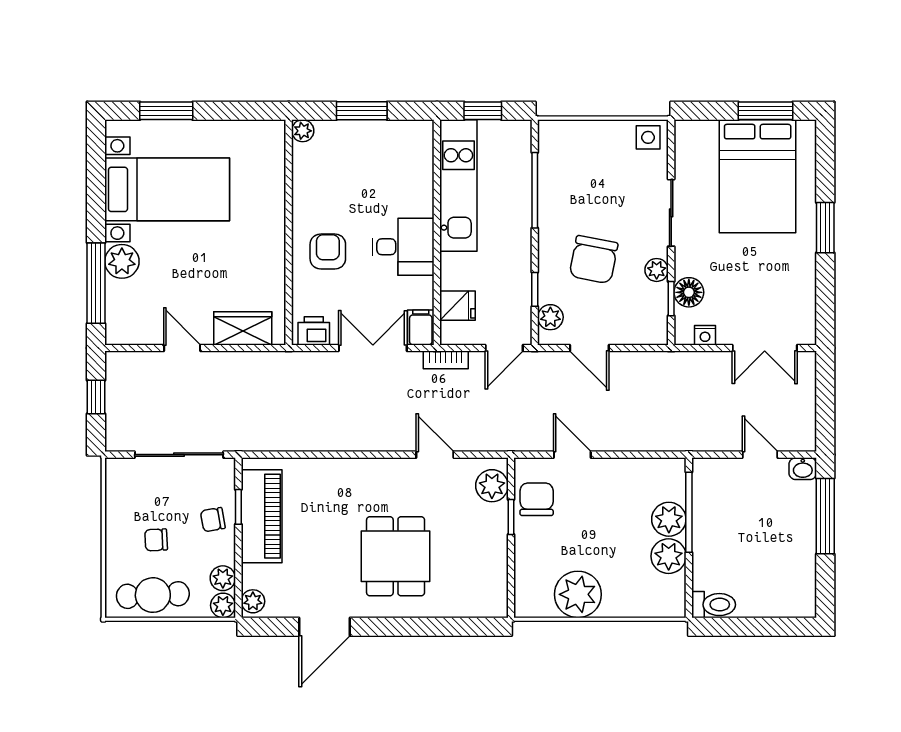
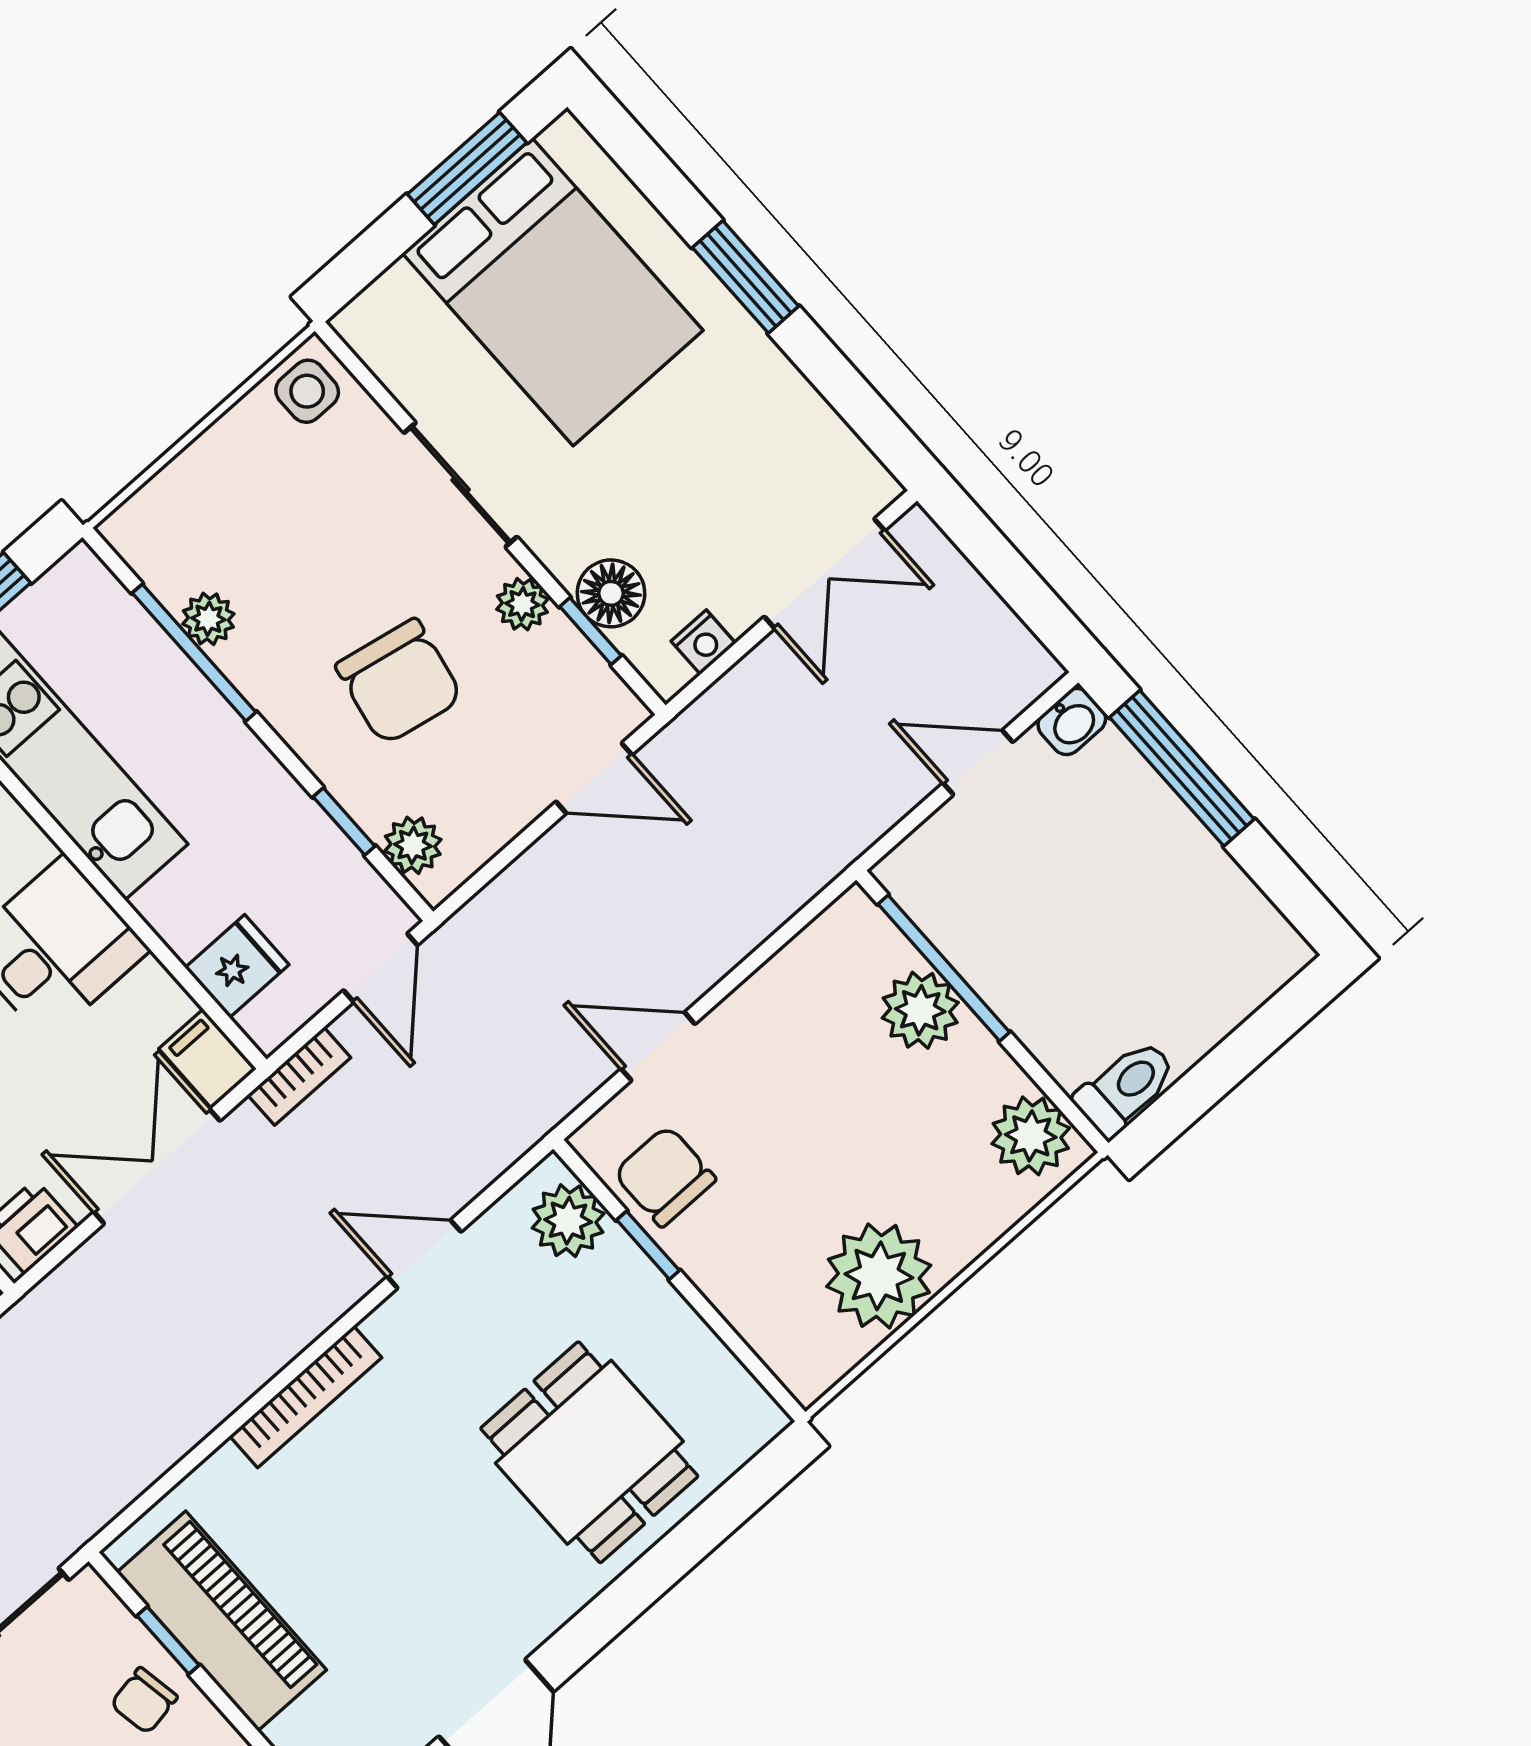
plant: (549, 183) -> (208, 619), added
door: (589, 348) -> (594, 778), moved
bookcase: (354, 467) -> (306, 1397), added
dining table: (396, 556) -> (589, 1452), moved
plant: (669, 556) -> (1031, 1136), moved

